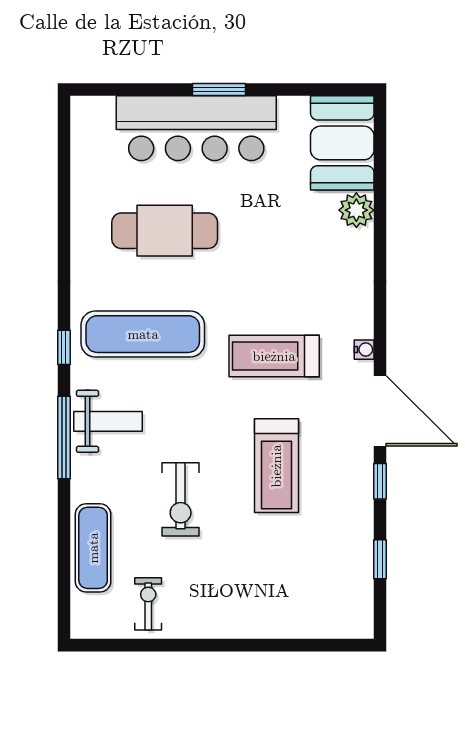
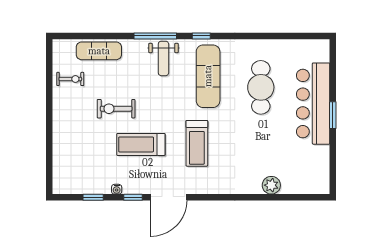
booth: (342, 143) -> (306, 178), removed
water cooler: (364, 350) -> (117, 189), moved
treadmill: (274, 356) -> (197, 143), turned 180
exercise bike: (181, 499) -> (116, 109), moved

